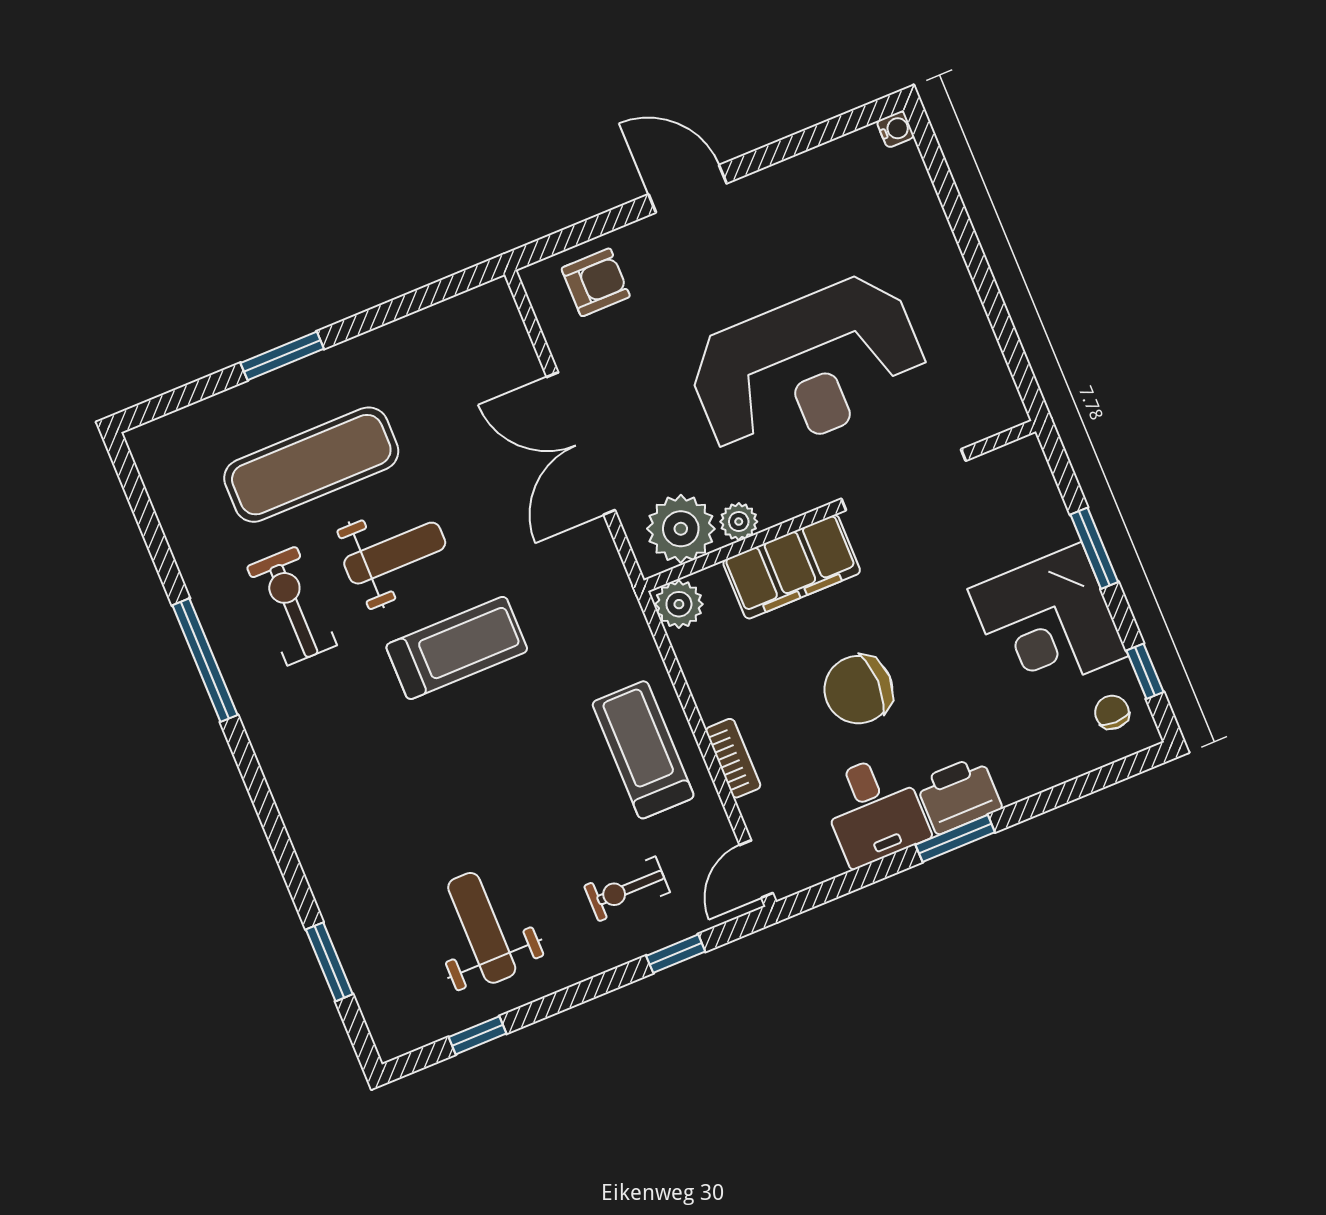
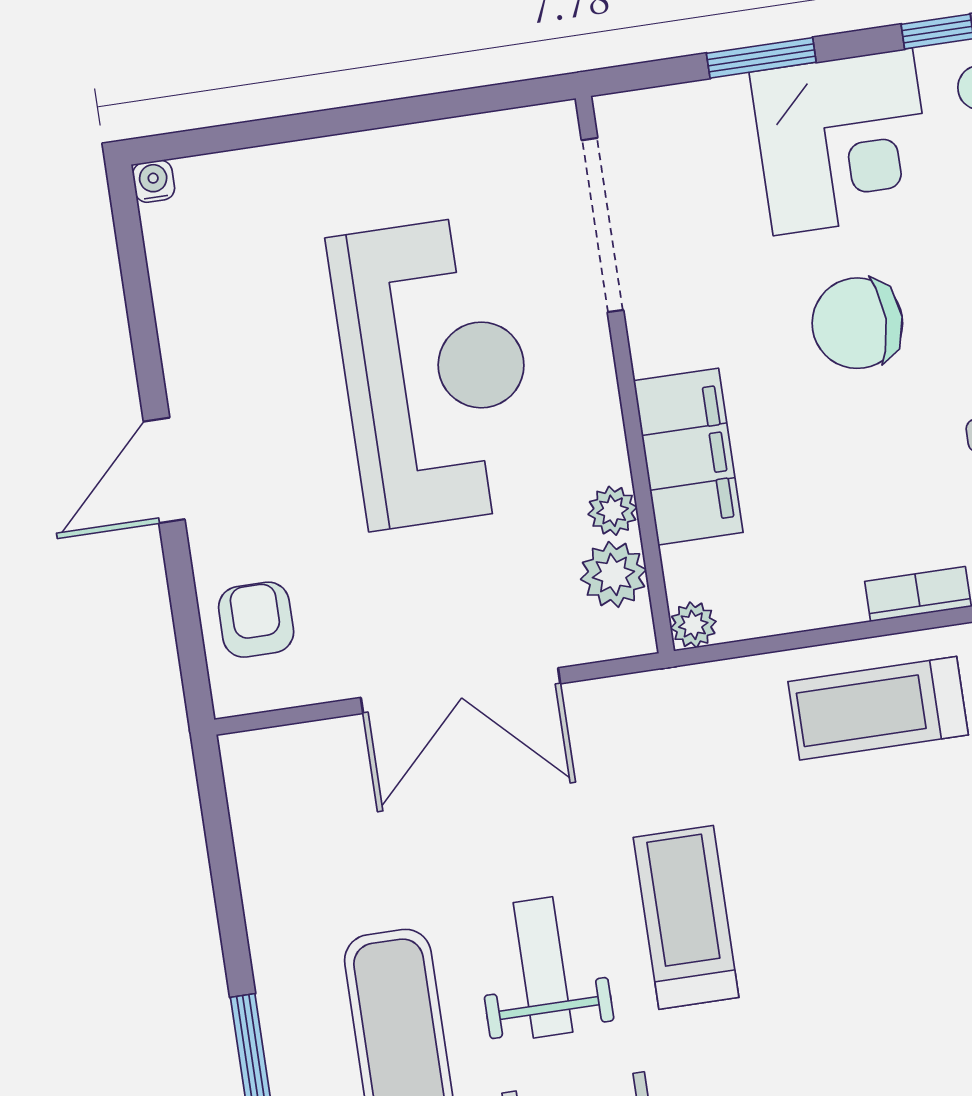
doorway: (904, 480) -> (602, 225), moved
plant: (681, 529) -> (613, 574), width x0.73, depth x0.73
plant: (679, 604) -> (693, 625), width x0.73, depth x0.73
chair: (858, 690) -> (857, 323), moved, turned 90

